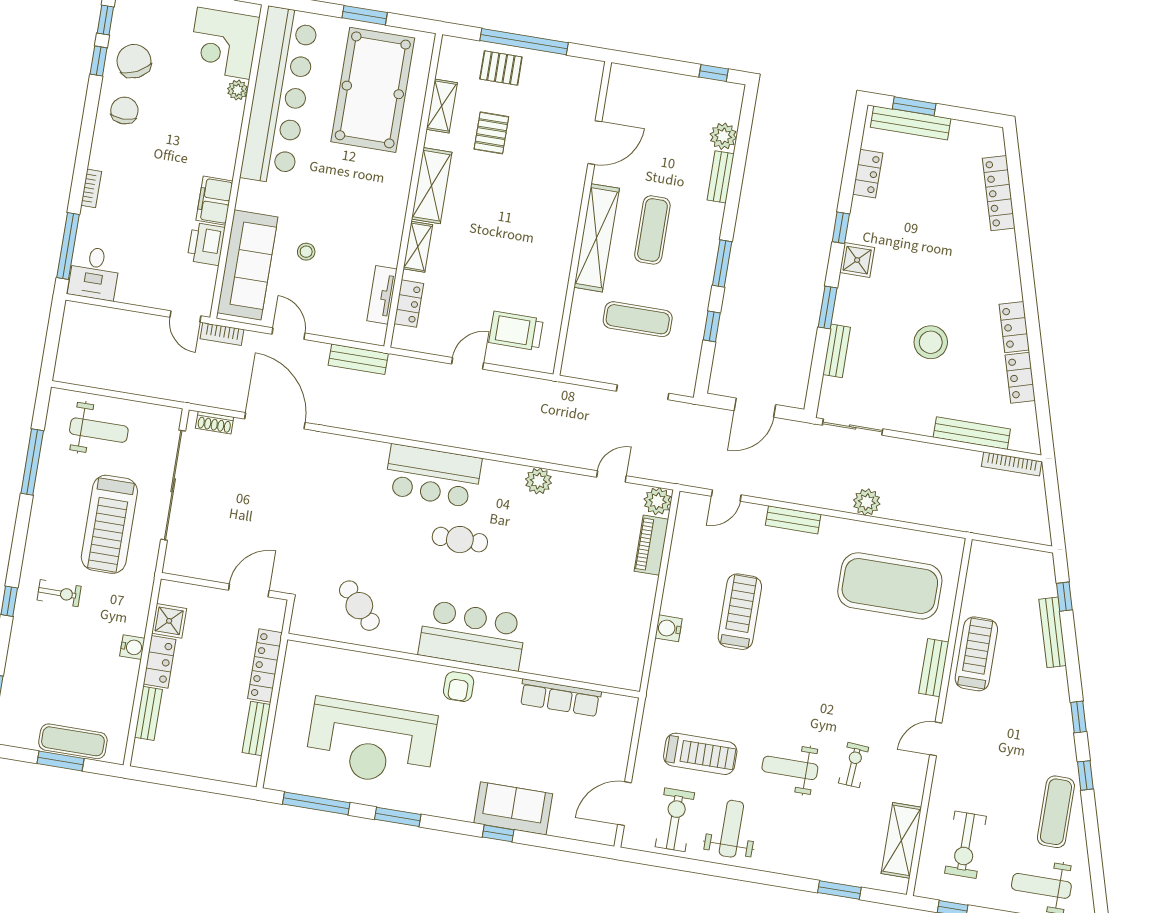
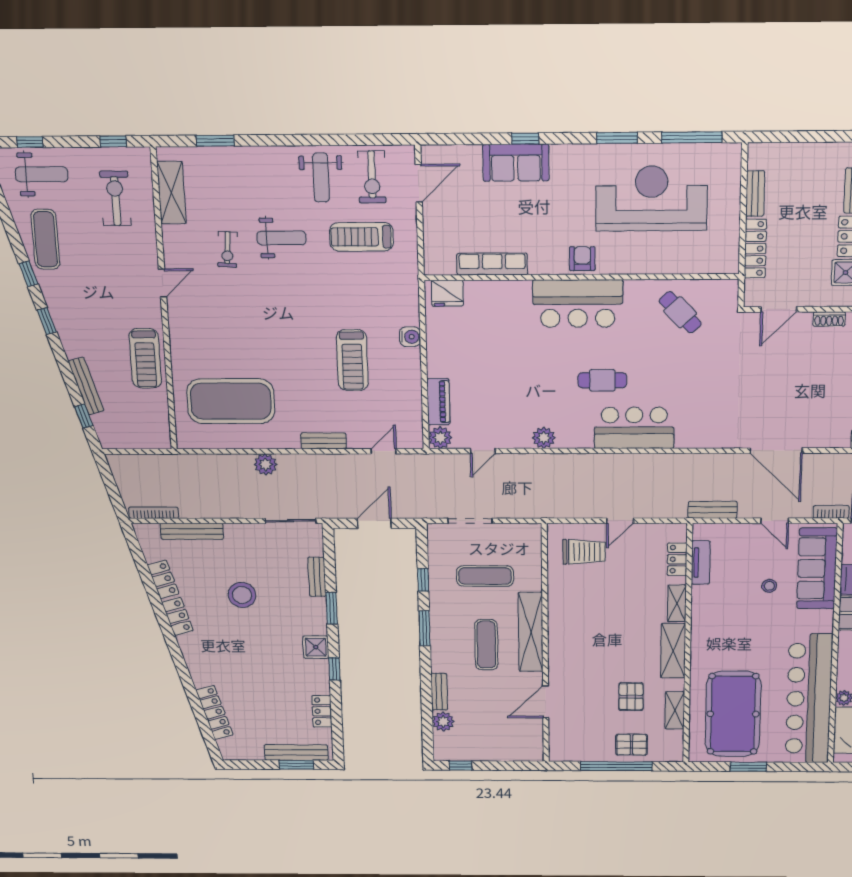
shoe rack: (215, 423) -> (829, 319), moved, turned 180
bench: (934, 668) -> (178, 341), removed
fridge: (617, 672) -> (447, 293), added

